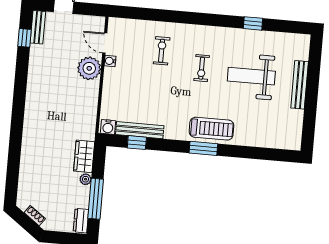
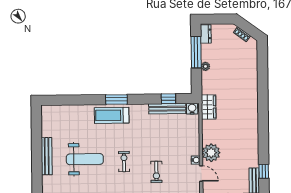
wardrobe: (84, 156) -> (209, 107), moved

